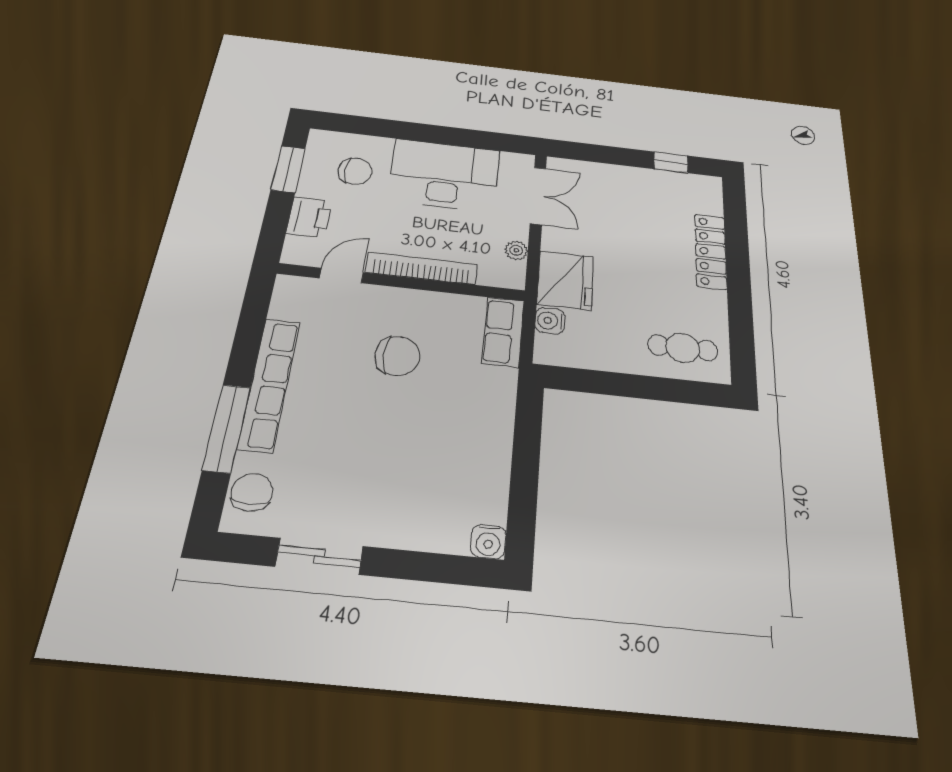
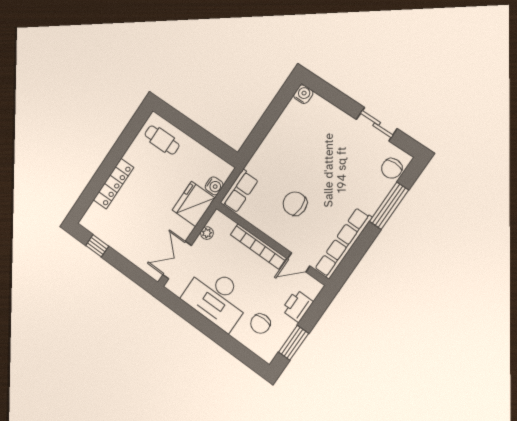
chair: (355, 171) -> (260, 324), turned -90
row of seats: (269, 384) -> (343, 243), moved

